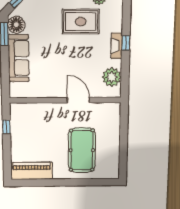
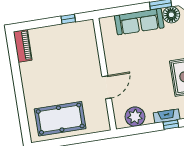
pool table: (82, 150) -> (60, 119), moved
piano: (32, 171) -> (23, 46), width x0.73, depth x0.75

